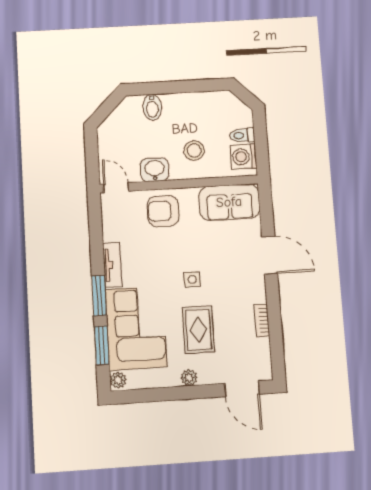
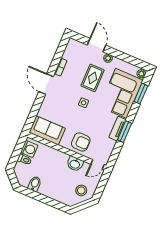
bidet: (152, 107) -> (35, 184), moved
stool: (194, 151) -> (81, 190), moved
door: (116, 188) -> (97, 164), hinge flipped
door: (270, 255) -> (46, 84), moved
window: (99, 296) -> (125, 132), moved
door: (242, 389) -> (96, 45), moved

